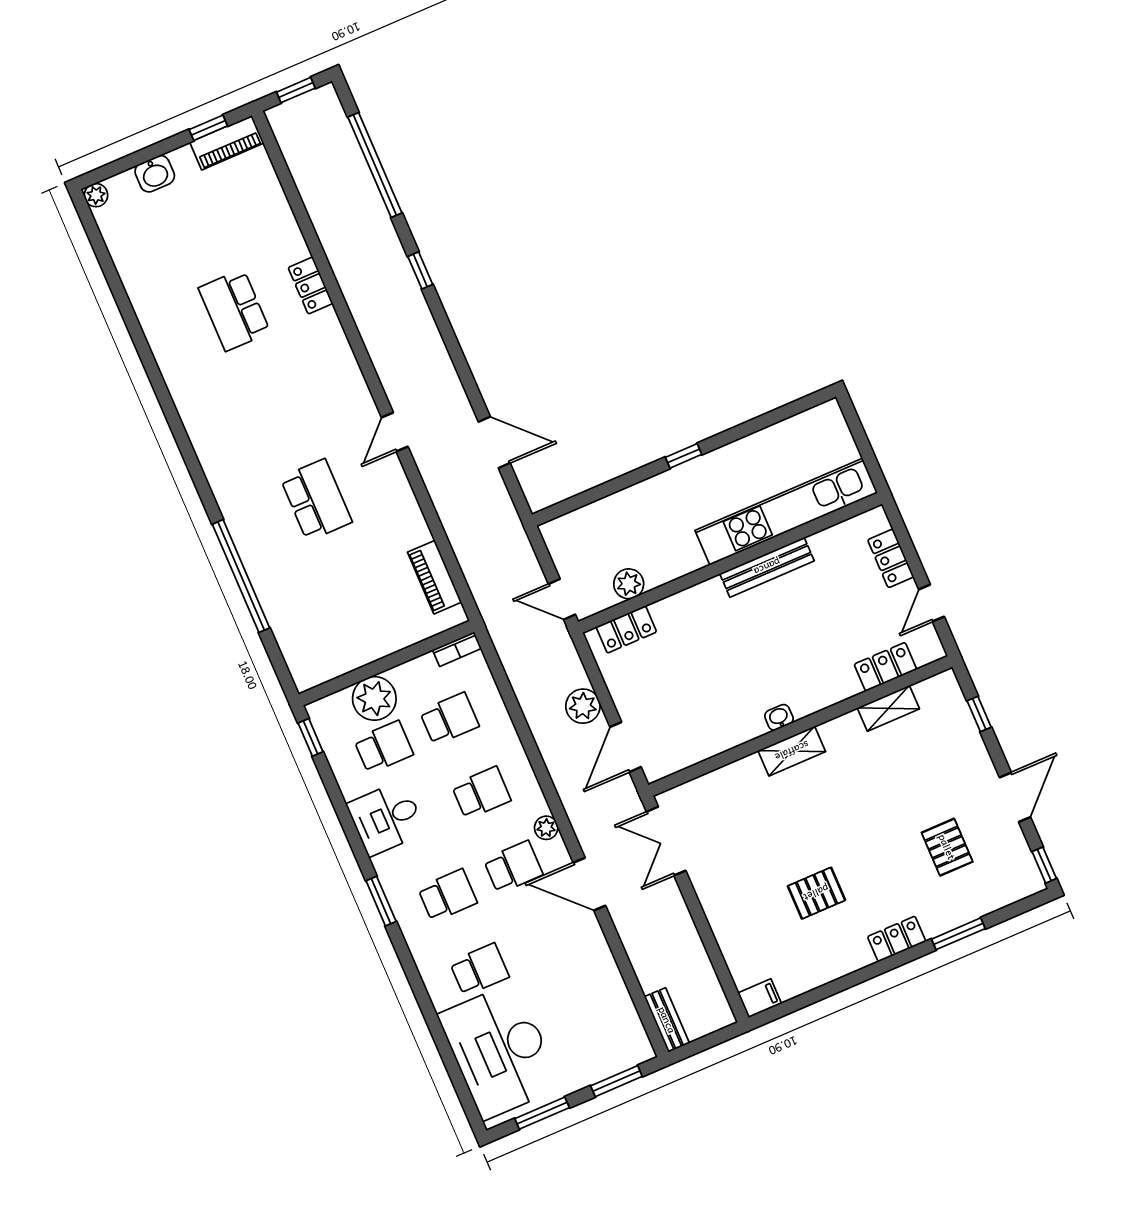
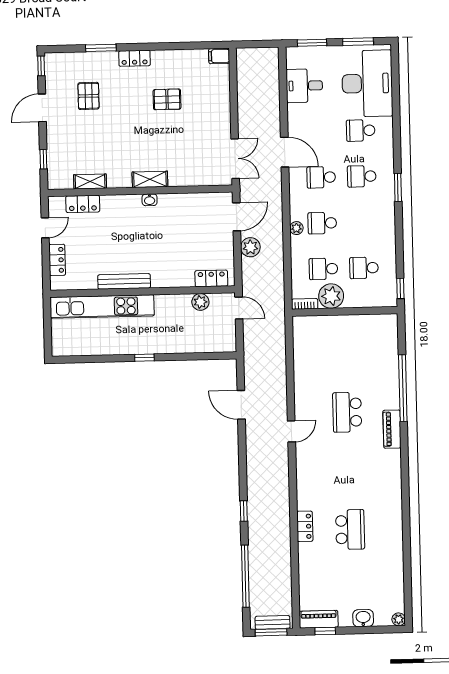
window: (296, 90) -> (271, 632), width x1.50
piano: (434, 577) -> (392, 429), moved, turned 180
plant: (374, 698) -> (331, 296), moved
desk: (386, 818) -> (304, 86), moved, turned 180
plant: (546, 828) -> (296, 228), moved
bench: (667, 1020) -> (273, 622), moved, turned 90

